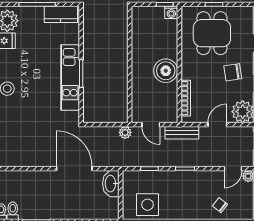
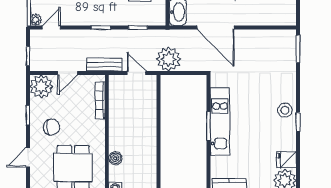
boiler: (166, 71) -> (115, 158), moved, width x0.54, depth x0.54
plant: (125, 132) -> (169, 59), width x1.88, depth x1.88

